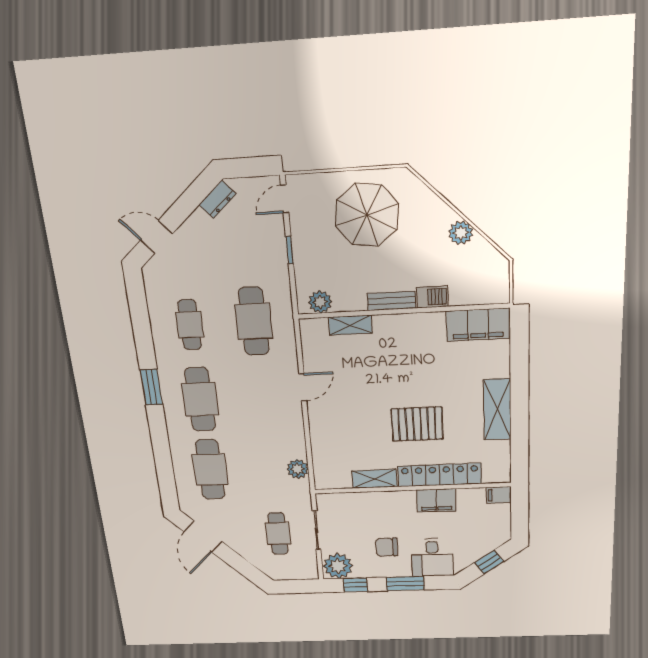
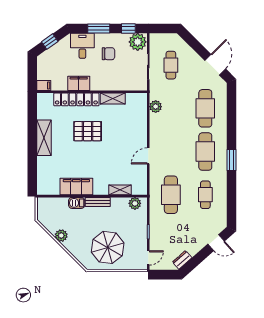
filing cabinet: (478, 325) -> (76, 186), moved

